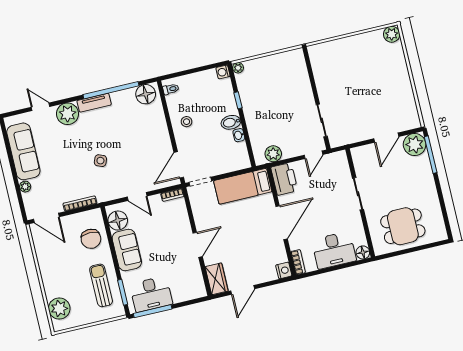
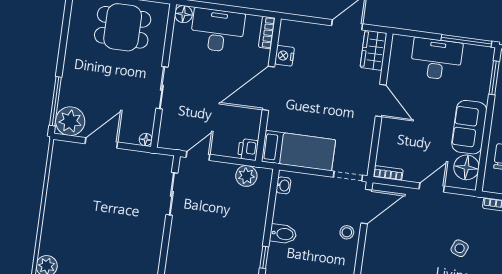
stool: (187, 122) -> (347, 232), moved
washbasin: (239, 135) -> (283, 185), moved
floor lamp: (355, 152) -> (146, 140), added
printer: (284, 179) -> (248, 150), width x0.53, depth x0.68
door: (137, 196) -> (432, 188), hinge flipped
door: (198, 245) -> (381, 101), swing flipped
nightstand: (284, 270) -> (284, 56), moved
desk: (151, 294) -> (436, 59), moved

